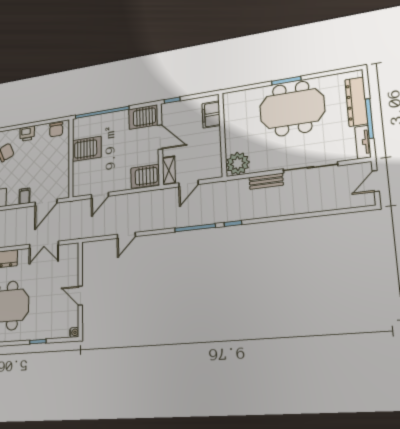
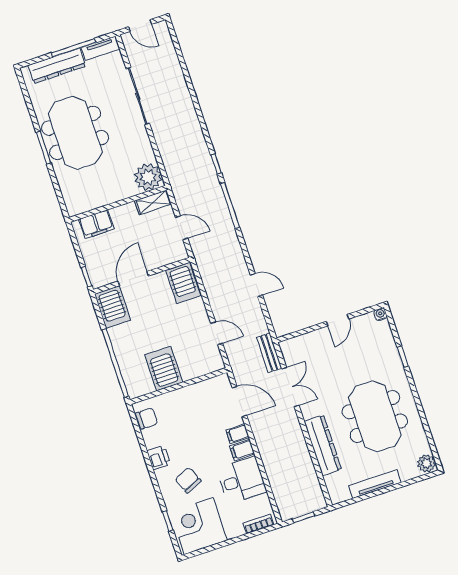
shelving: (169, 170) -> (153, 202), moved
bench: (266, 181) -> (269, 353), moved
filing cabinet: (13, 197) -> (242, 450), added

